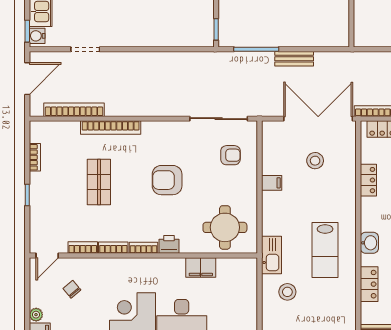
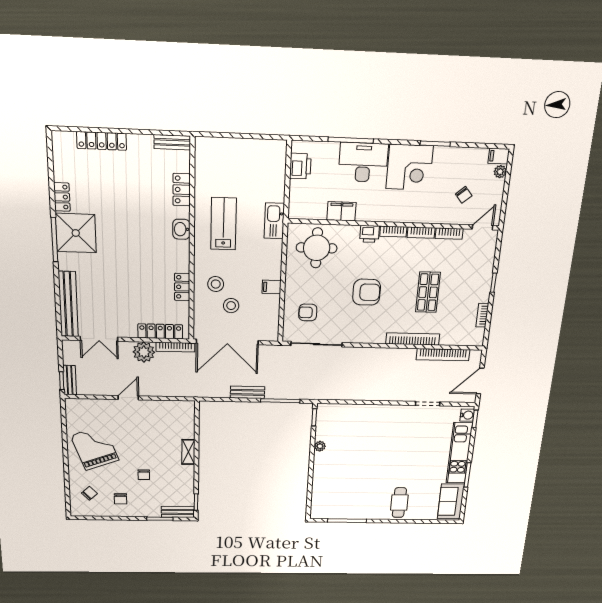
stool: (287, 292) -> (216, 284), moved
printer: (247, 313) -> (300, 166), added

